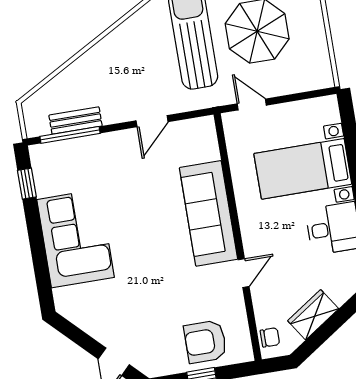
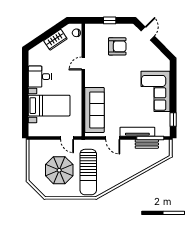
door: (152, 121) -> (113, 138), swing flipped
tv unit: (100, 144) -> (137, 132), added
sofa: (209, 213) -> (94, 110), moved
armchair: (205, 342) -> (117, 46), moved

